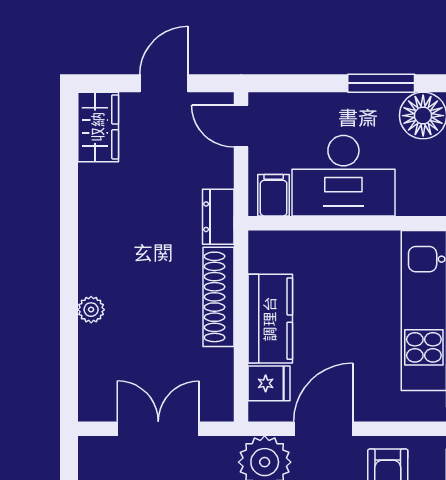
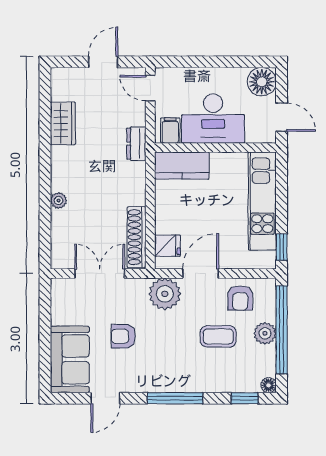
window: (381, 83) -> (236, 62), removed
wardrobe: (98, 127) -> (63, 123), moved
shoe rack: (218, 297) -> (137, 237), moved
kitchen counter: (270, 319) -> (182, 166), moved, turned 90

